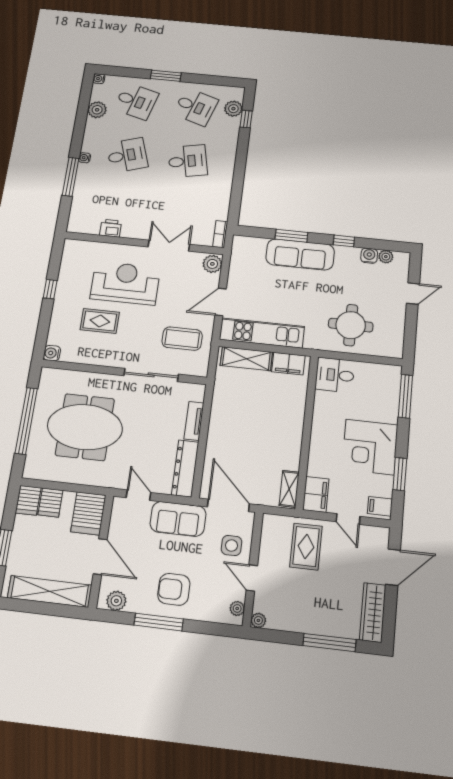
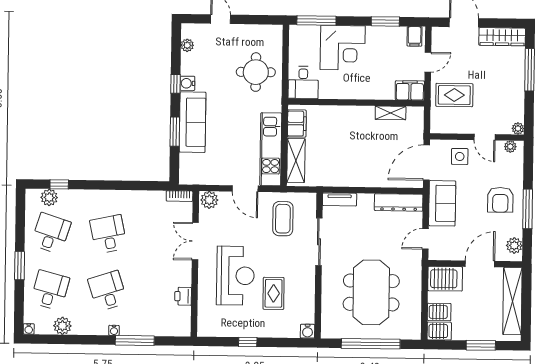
water cooler: (369, 256) -> (187, 83), moved
reception desk: (125, 283) -> (235, 276), turned 180
tv unit: (194, 421) -> (340, 199), moved
corner desk: (370, 447) -> (343, 48), moved
shelving: (289, 489) -> (391, 113), moved
door: (252, 578) -> (485, 137), hinge flipped

